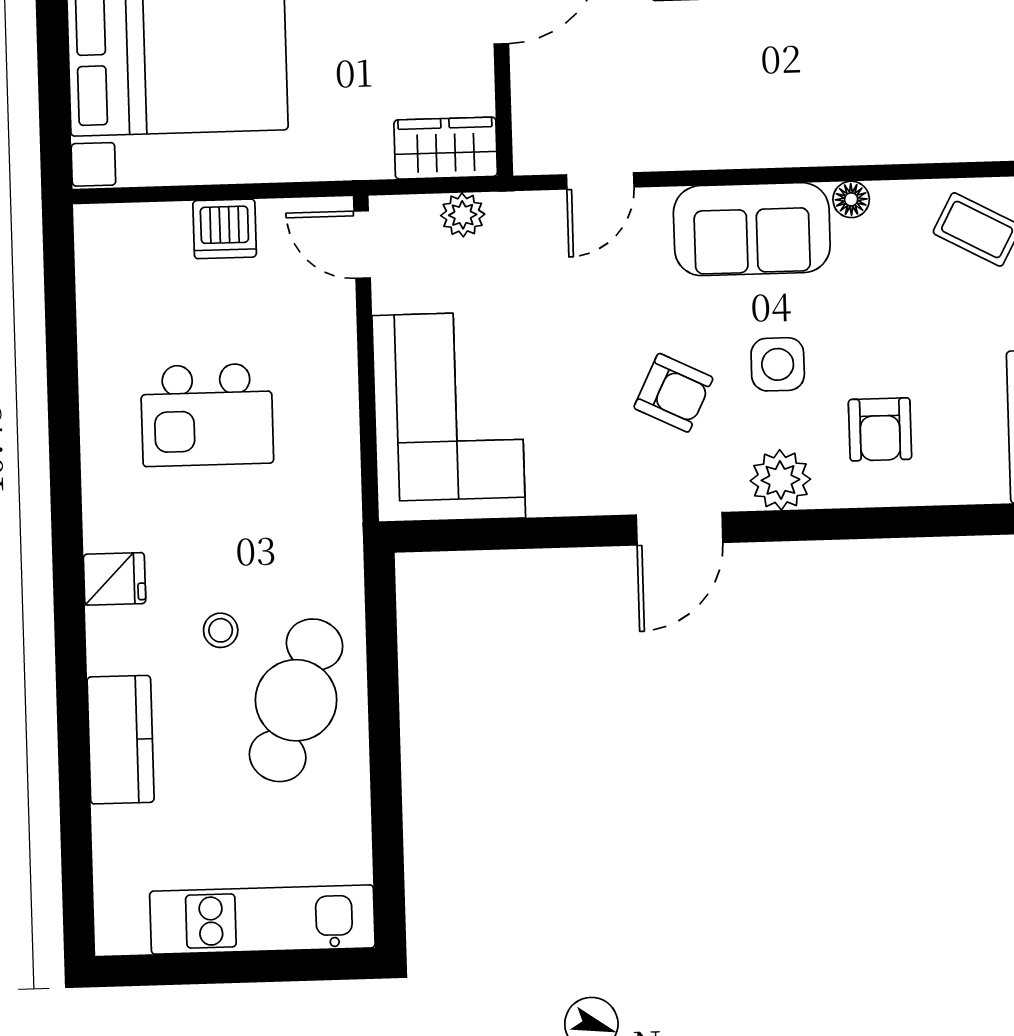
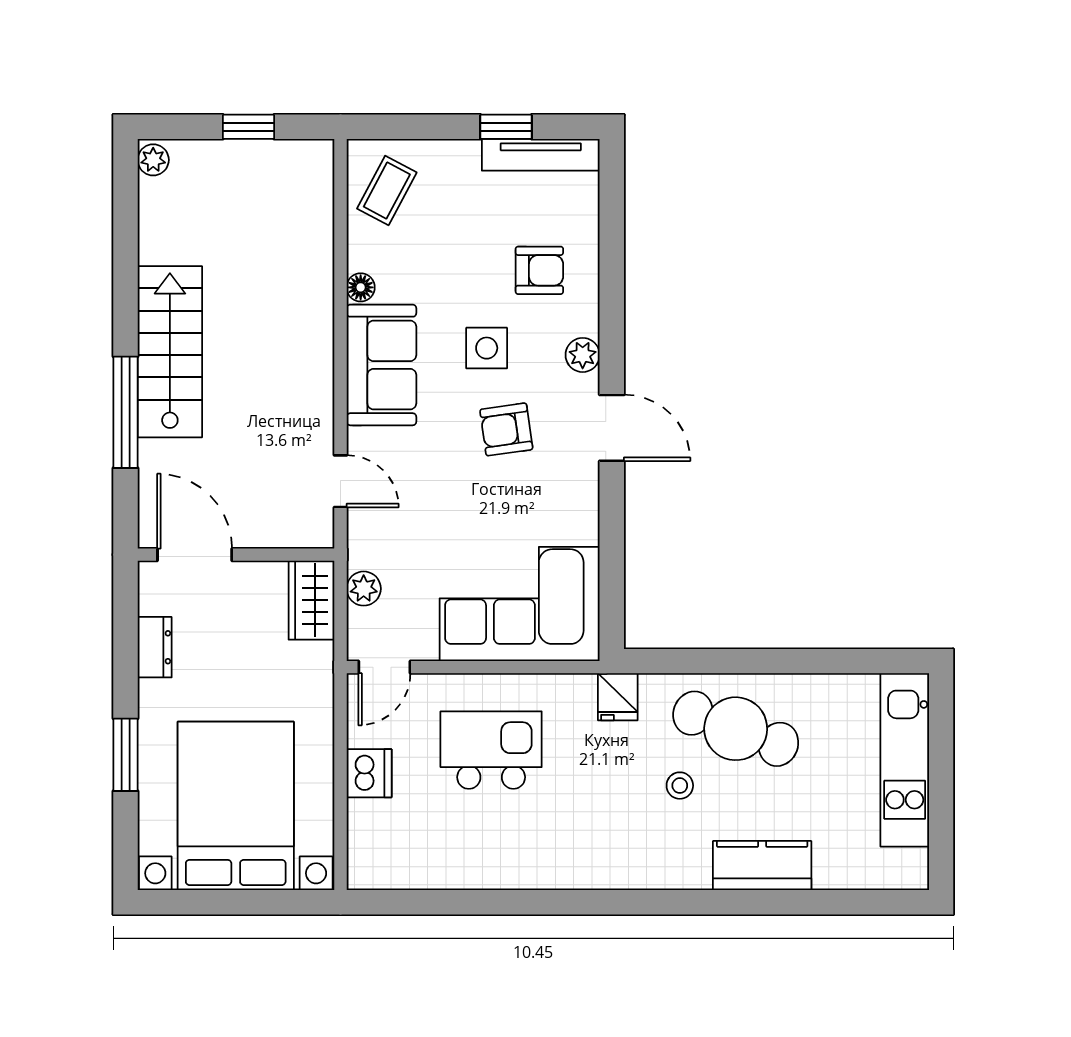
armchair: (673, 393) -> (506, 429), turned -124
kitchen island: (207, 415) -> (491, 750), moved, turned -90
plant: (780, 480) -> (583, 355), width x0.73, depth x0.73
fridge: (115, 579) -> (618, 697), moved, turned 180

